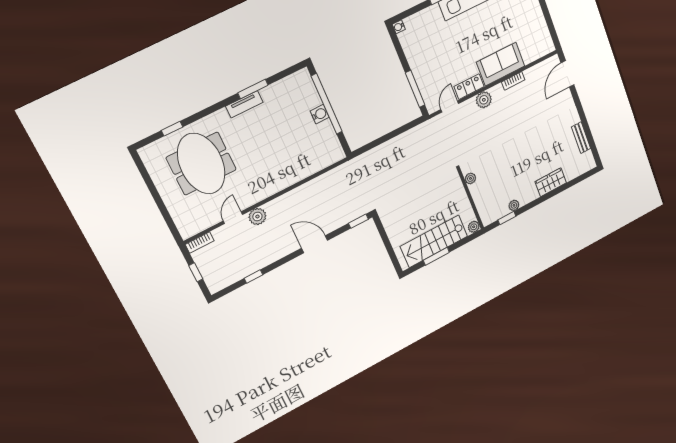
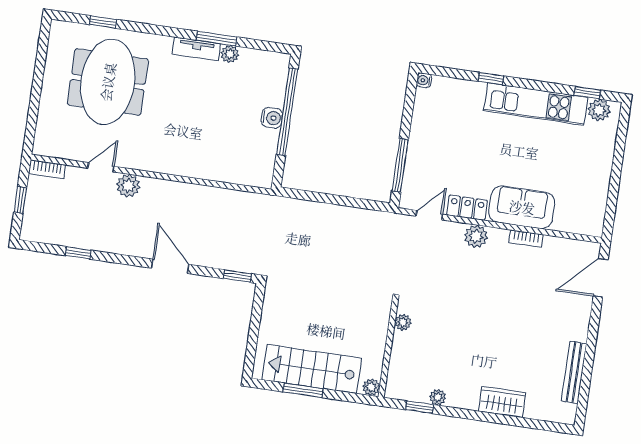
plant: (268, 93) -> (230, 54), added
bench: (581, 138) -> (574, 372), width x1.36

